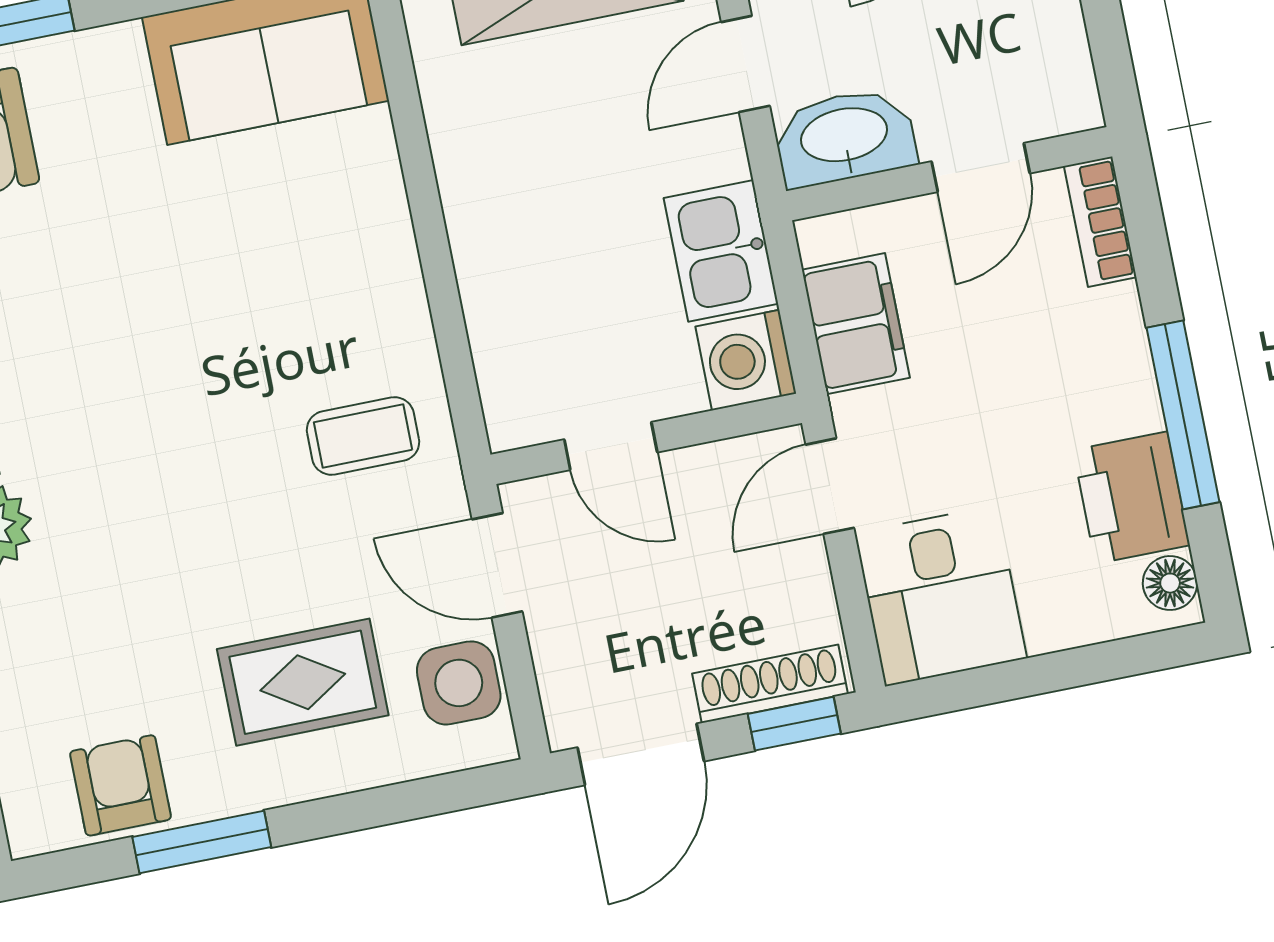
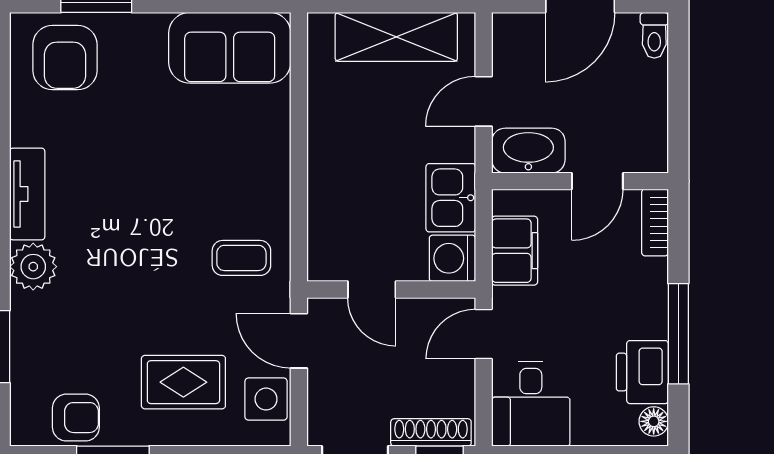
armchair: (120, 785) -> (76, 418), turned 90

